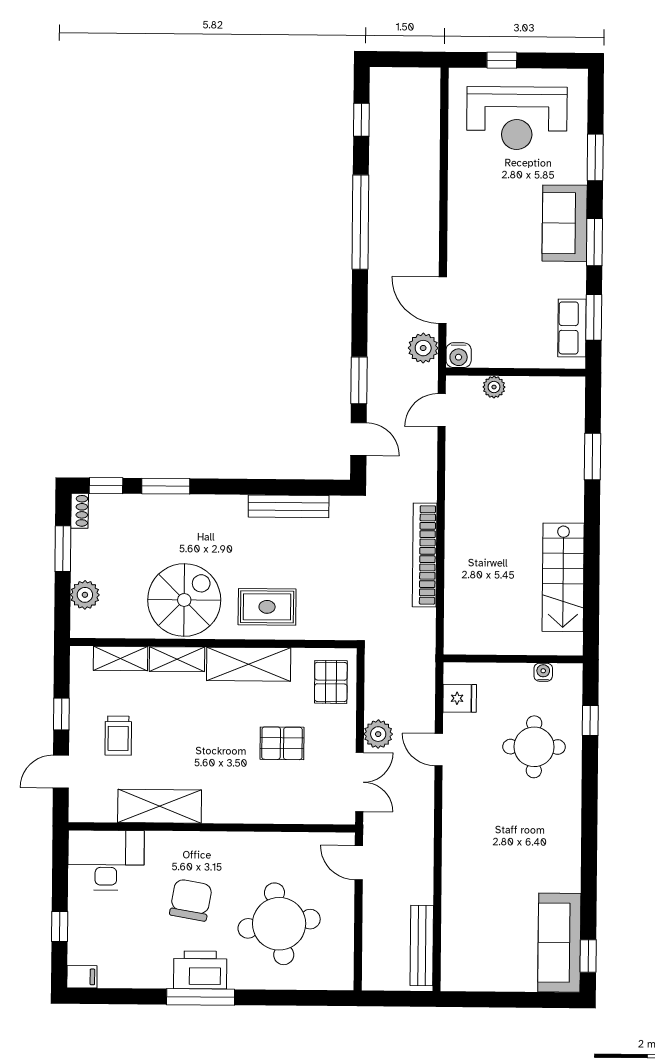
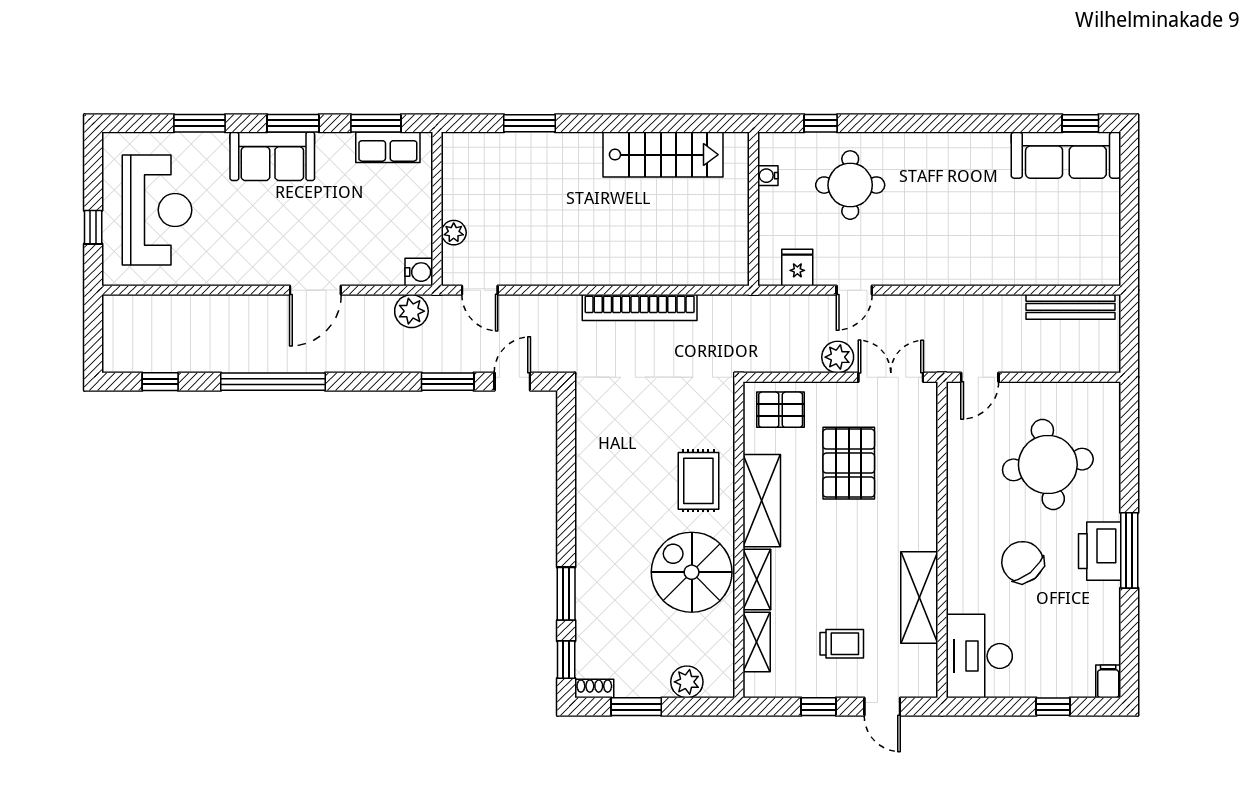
door: (443, 300) -> (315, 290), moved
bench: (289, 506) -> (587, 458), removed
pallet: (282, 743) -> (849, 463), width x1.50, depth x1.42
chair: (191, 900) -> (1022, 562), turned 41

